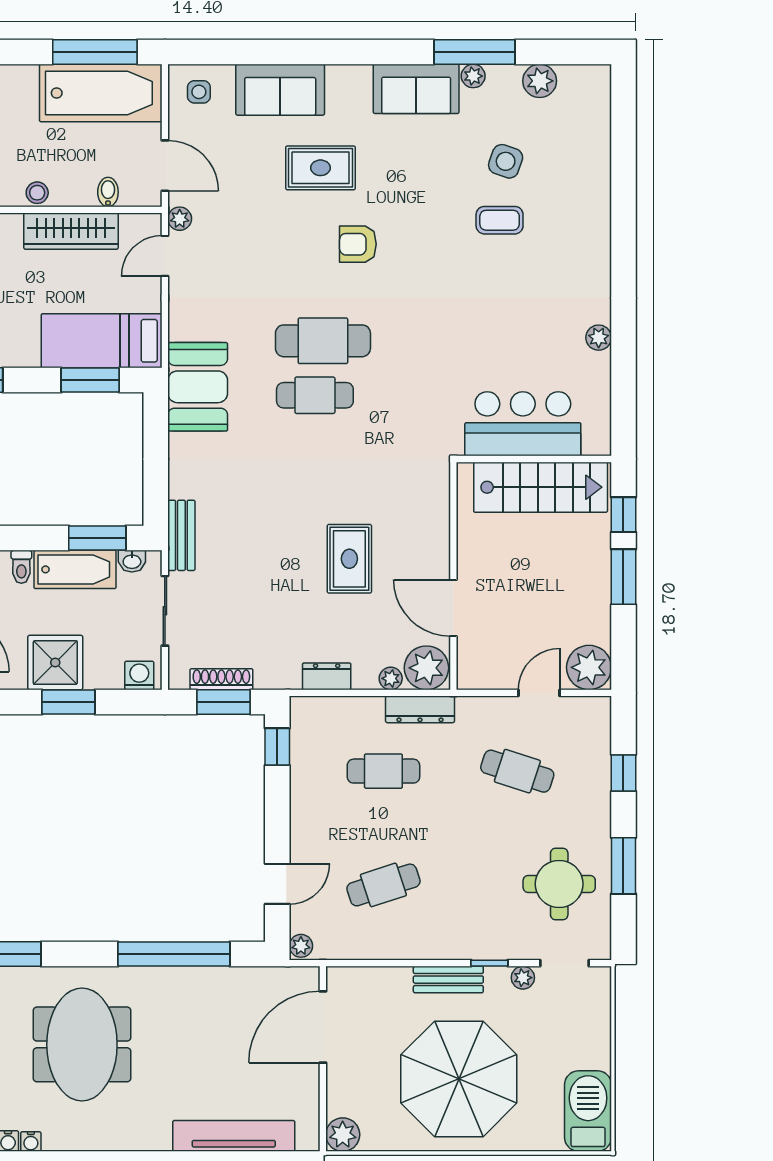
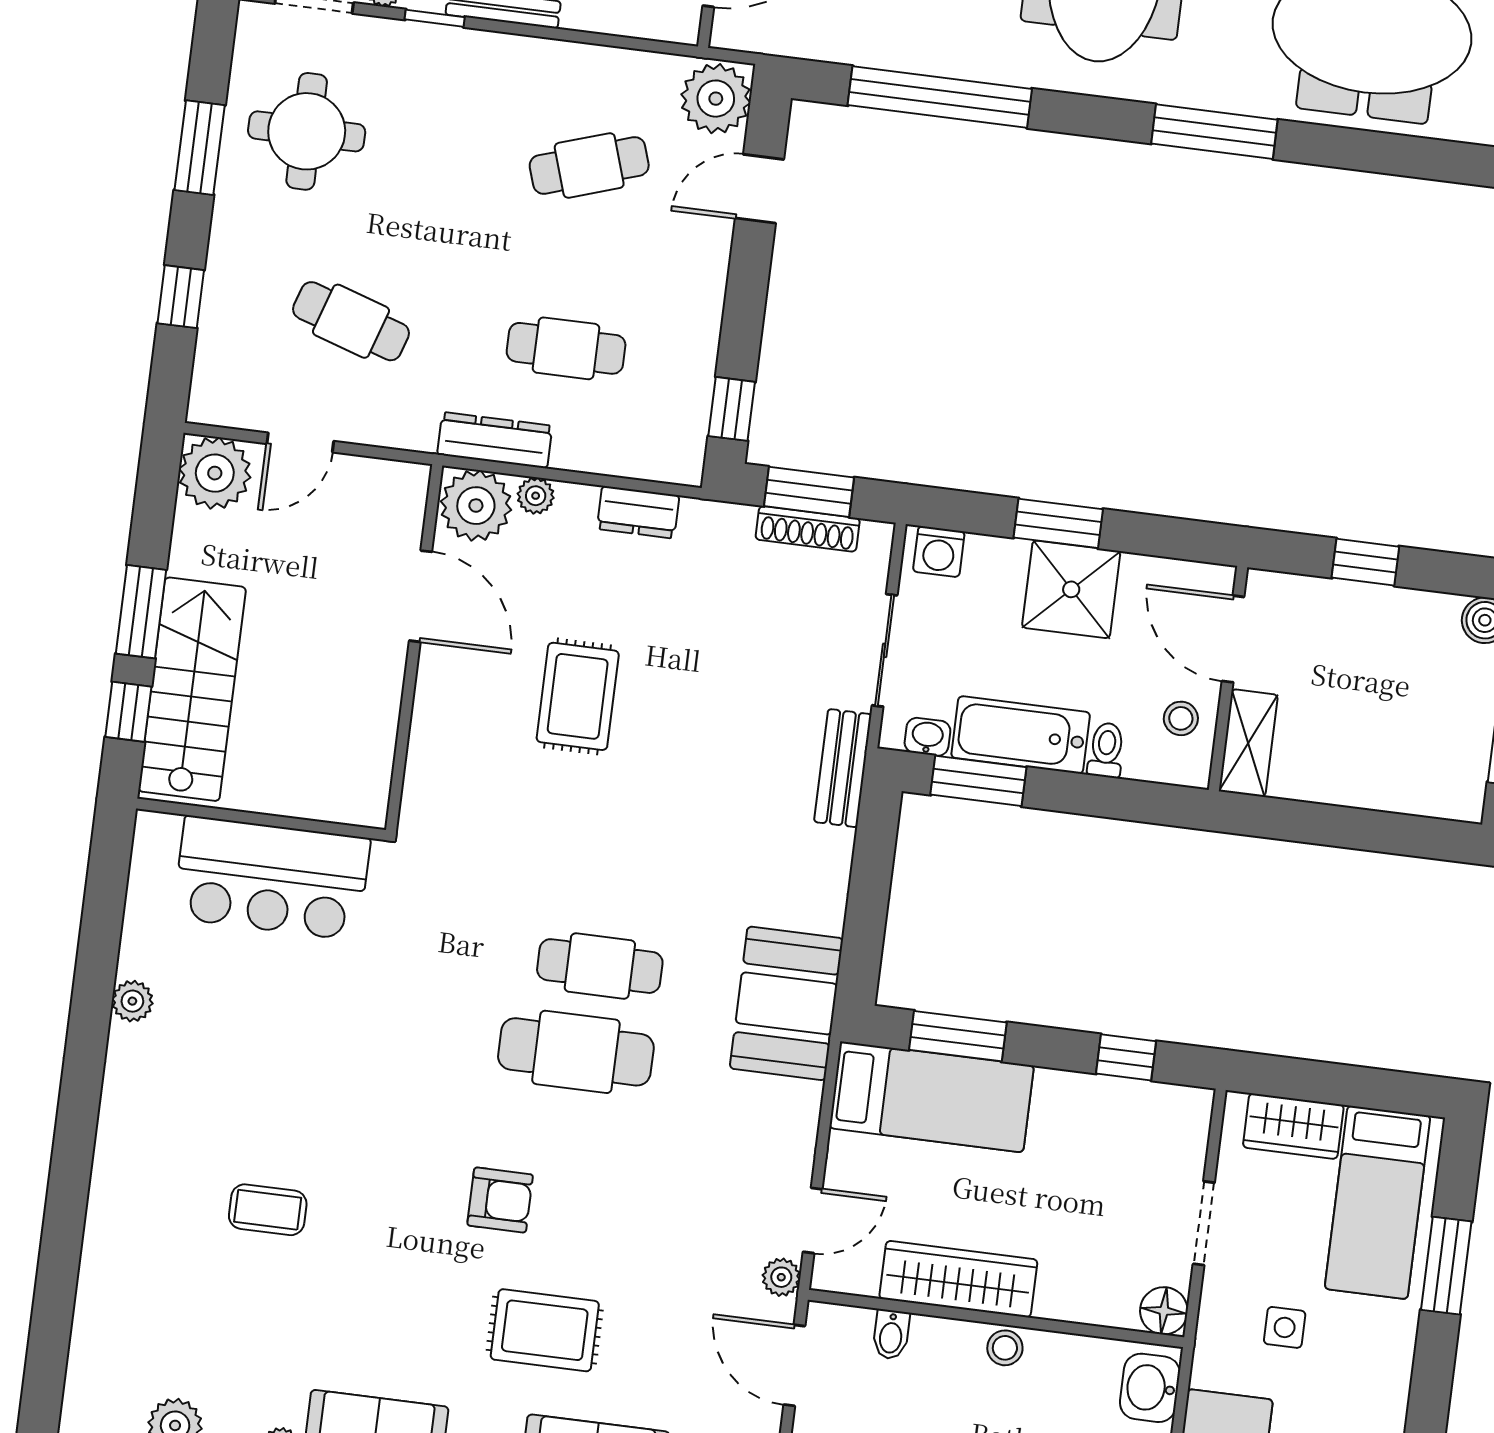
side table: (506, 161) -> (246, 1303), removed
stairs: (541, 487) -> (192, 689), moved, turned 90
plant: (301, 946) -> (716, 99), width x1.88, depth x1.88

